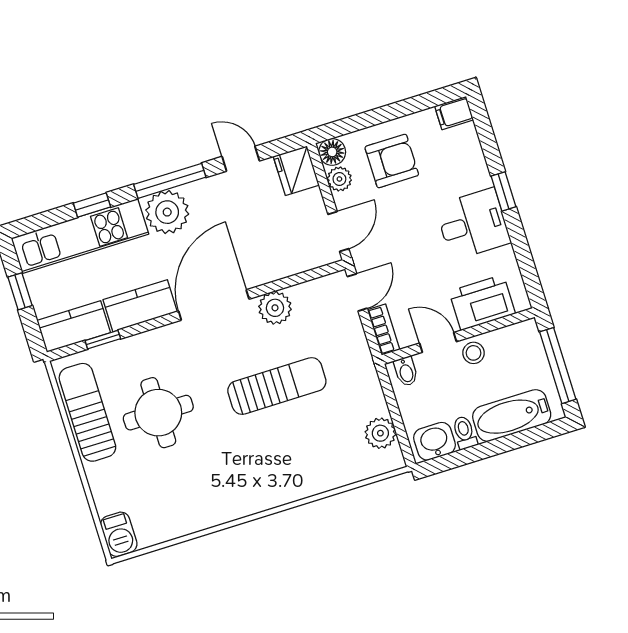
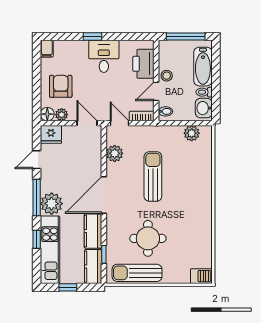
door: (214, 305) -> (104, 195), hinge flipped
plant: (275, 308) -> (115, 153), moved

